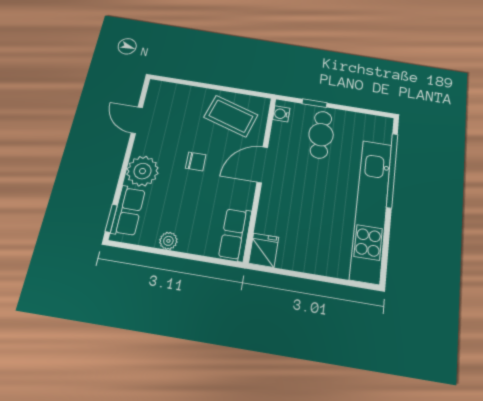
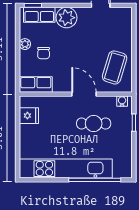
cafe table: (321, 135) -> (94, 124), moved
chair: (196, 161) -> (44, 53), moved
fridge: (264, 250) -> (29, 116), moved

